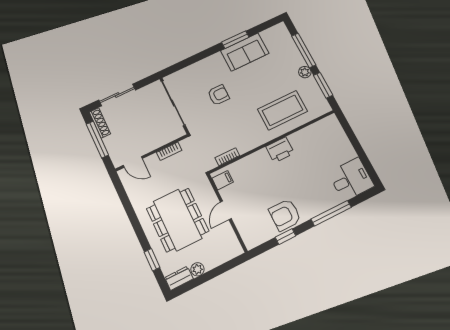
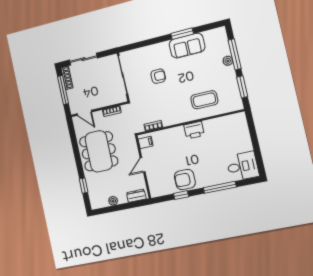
plant: (305, 72) -> (228, 61), moved
coffee table: (283, 110) -> (204, 100), width x0.73, depth x0.76
dining table: (178, 220) -> (99, 151), moved
dresser: (179, 278) -> (136, 196), moved

